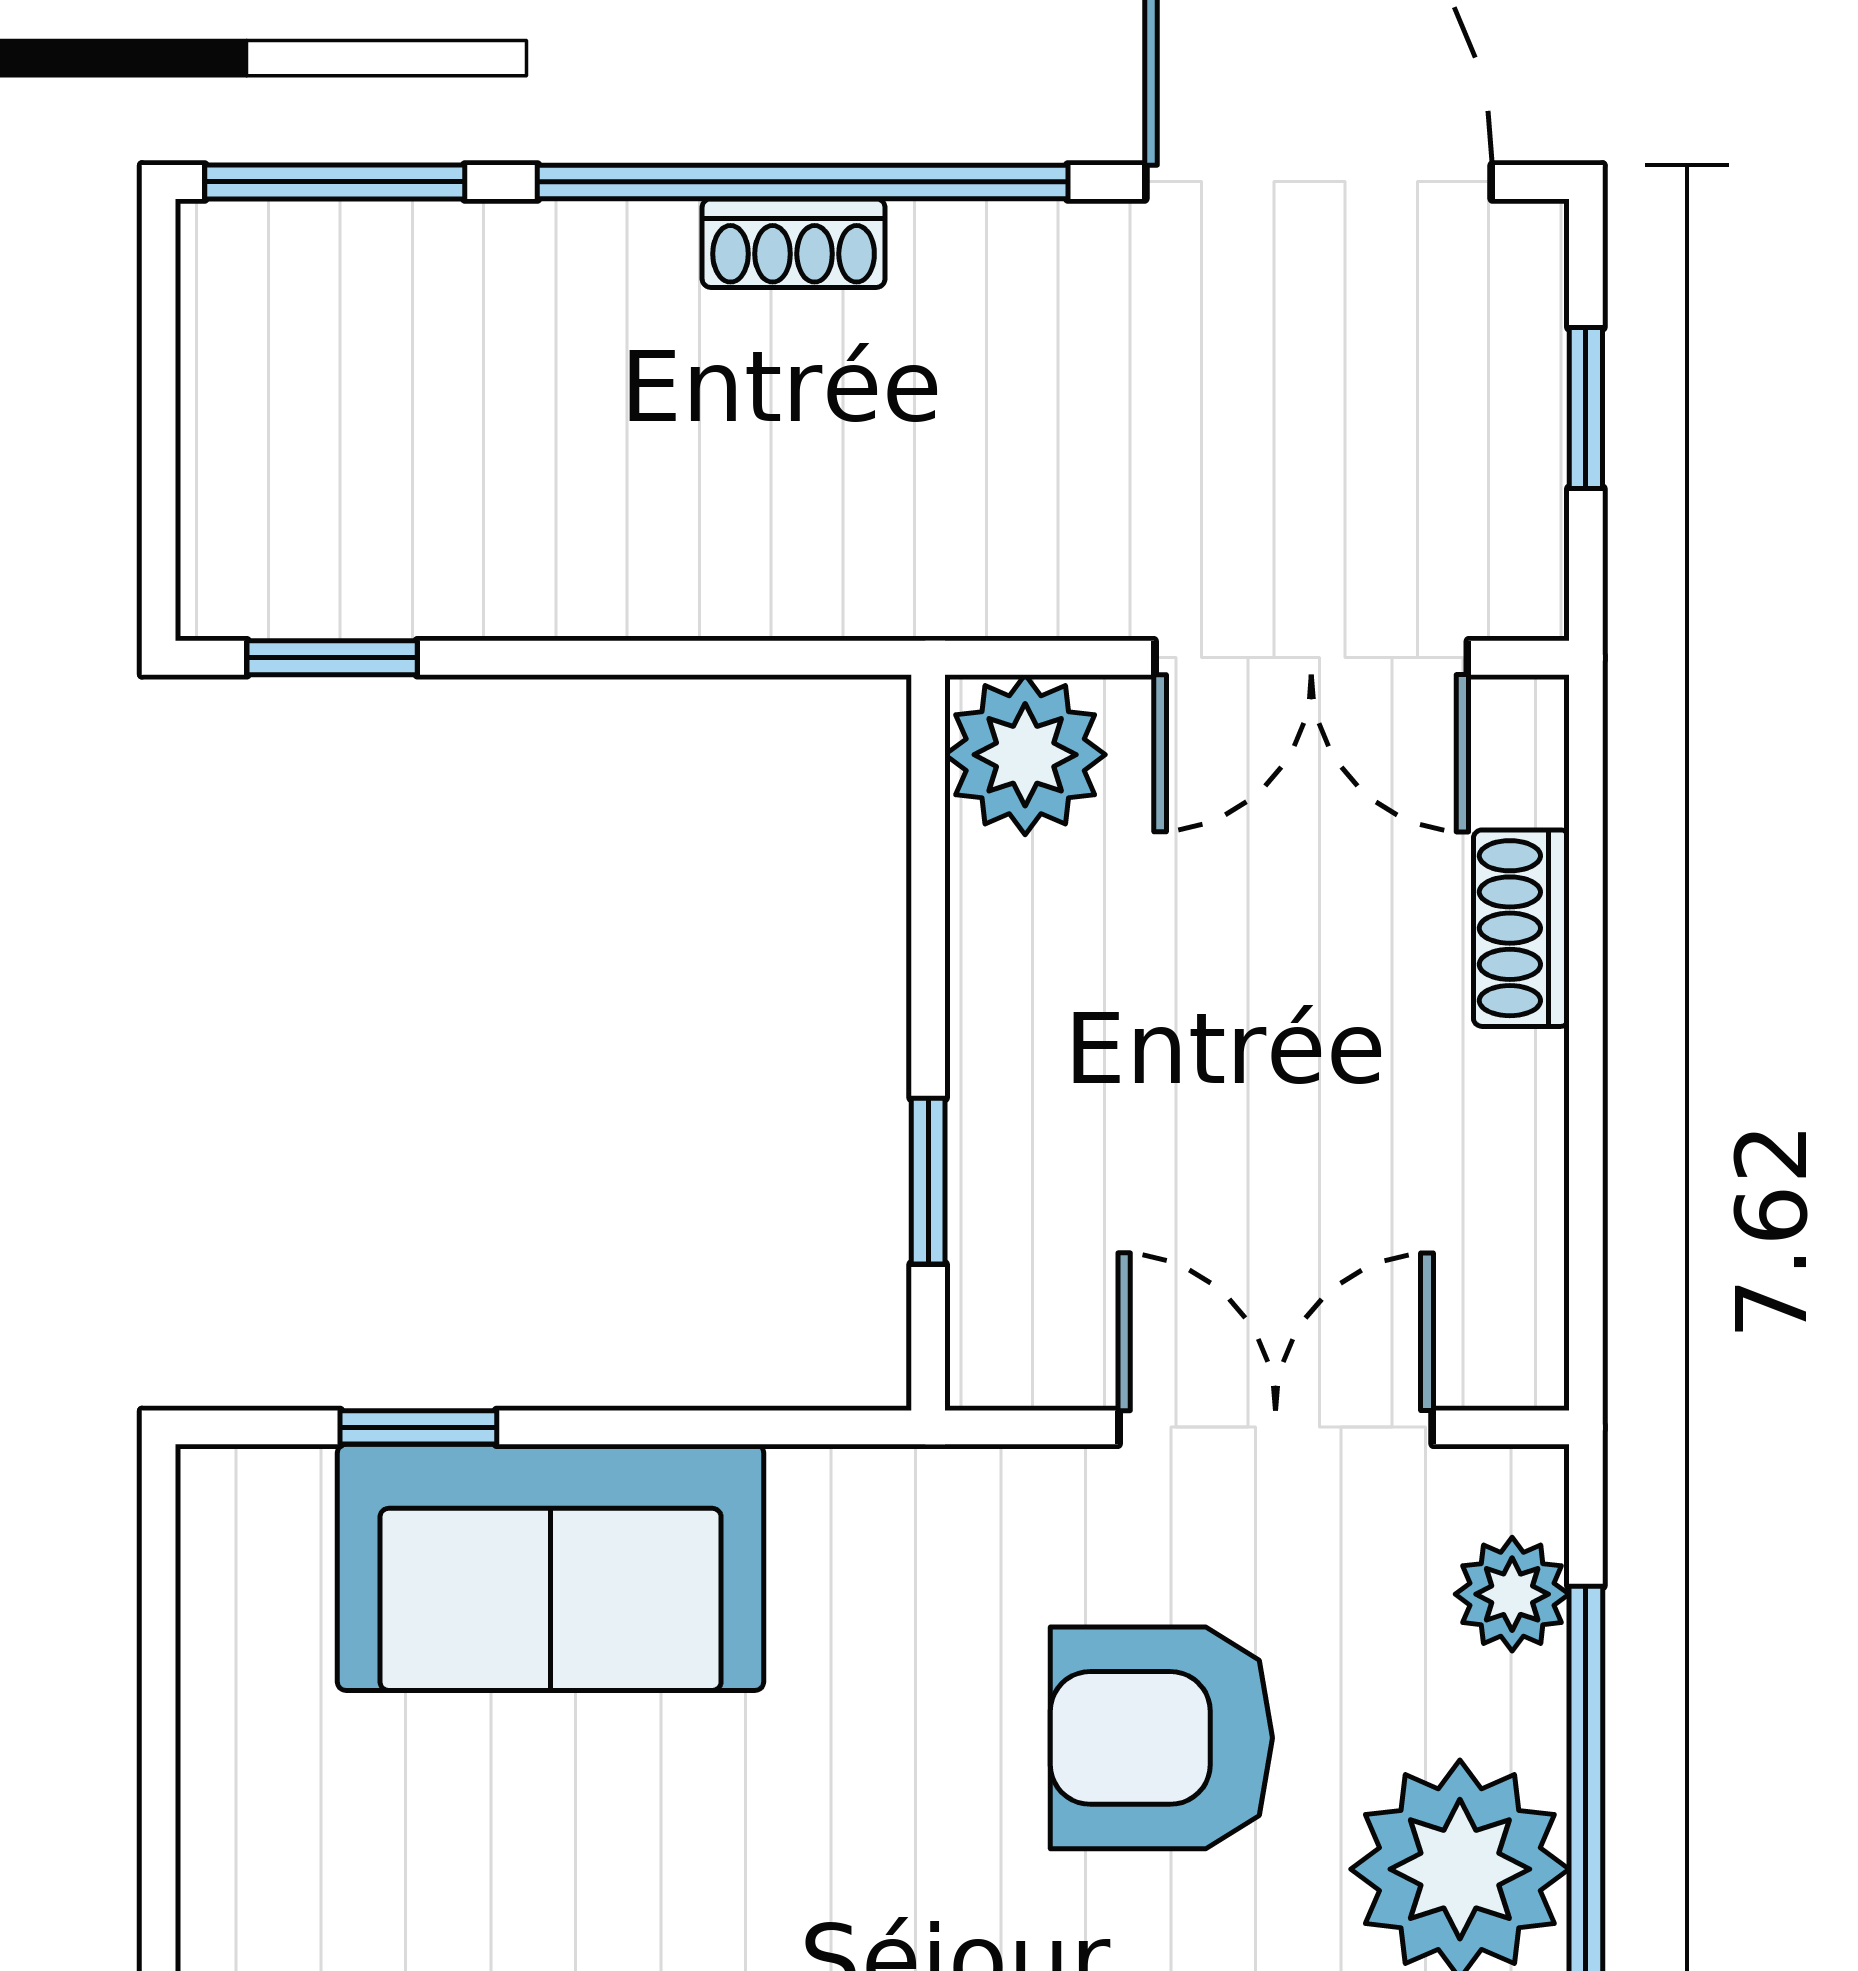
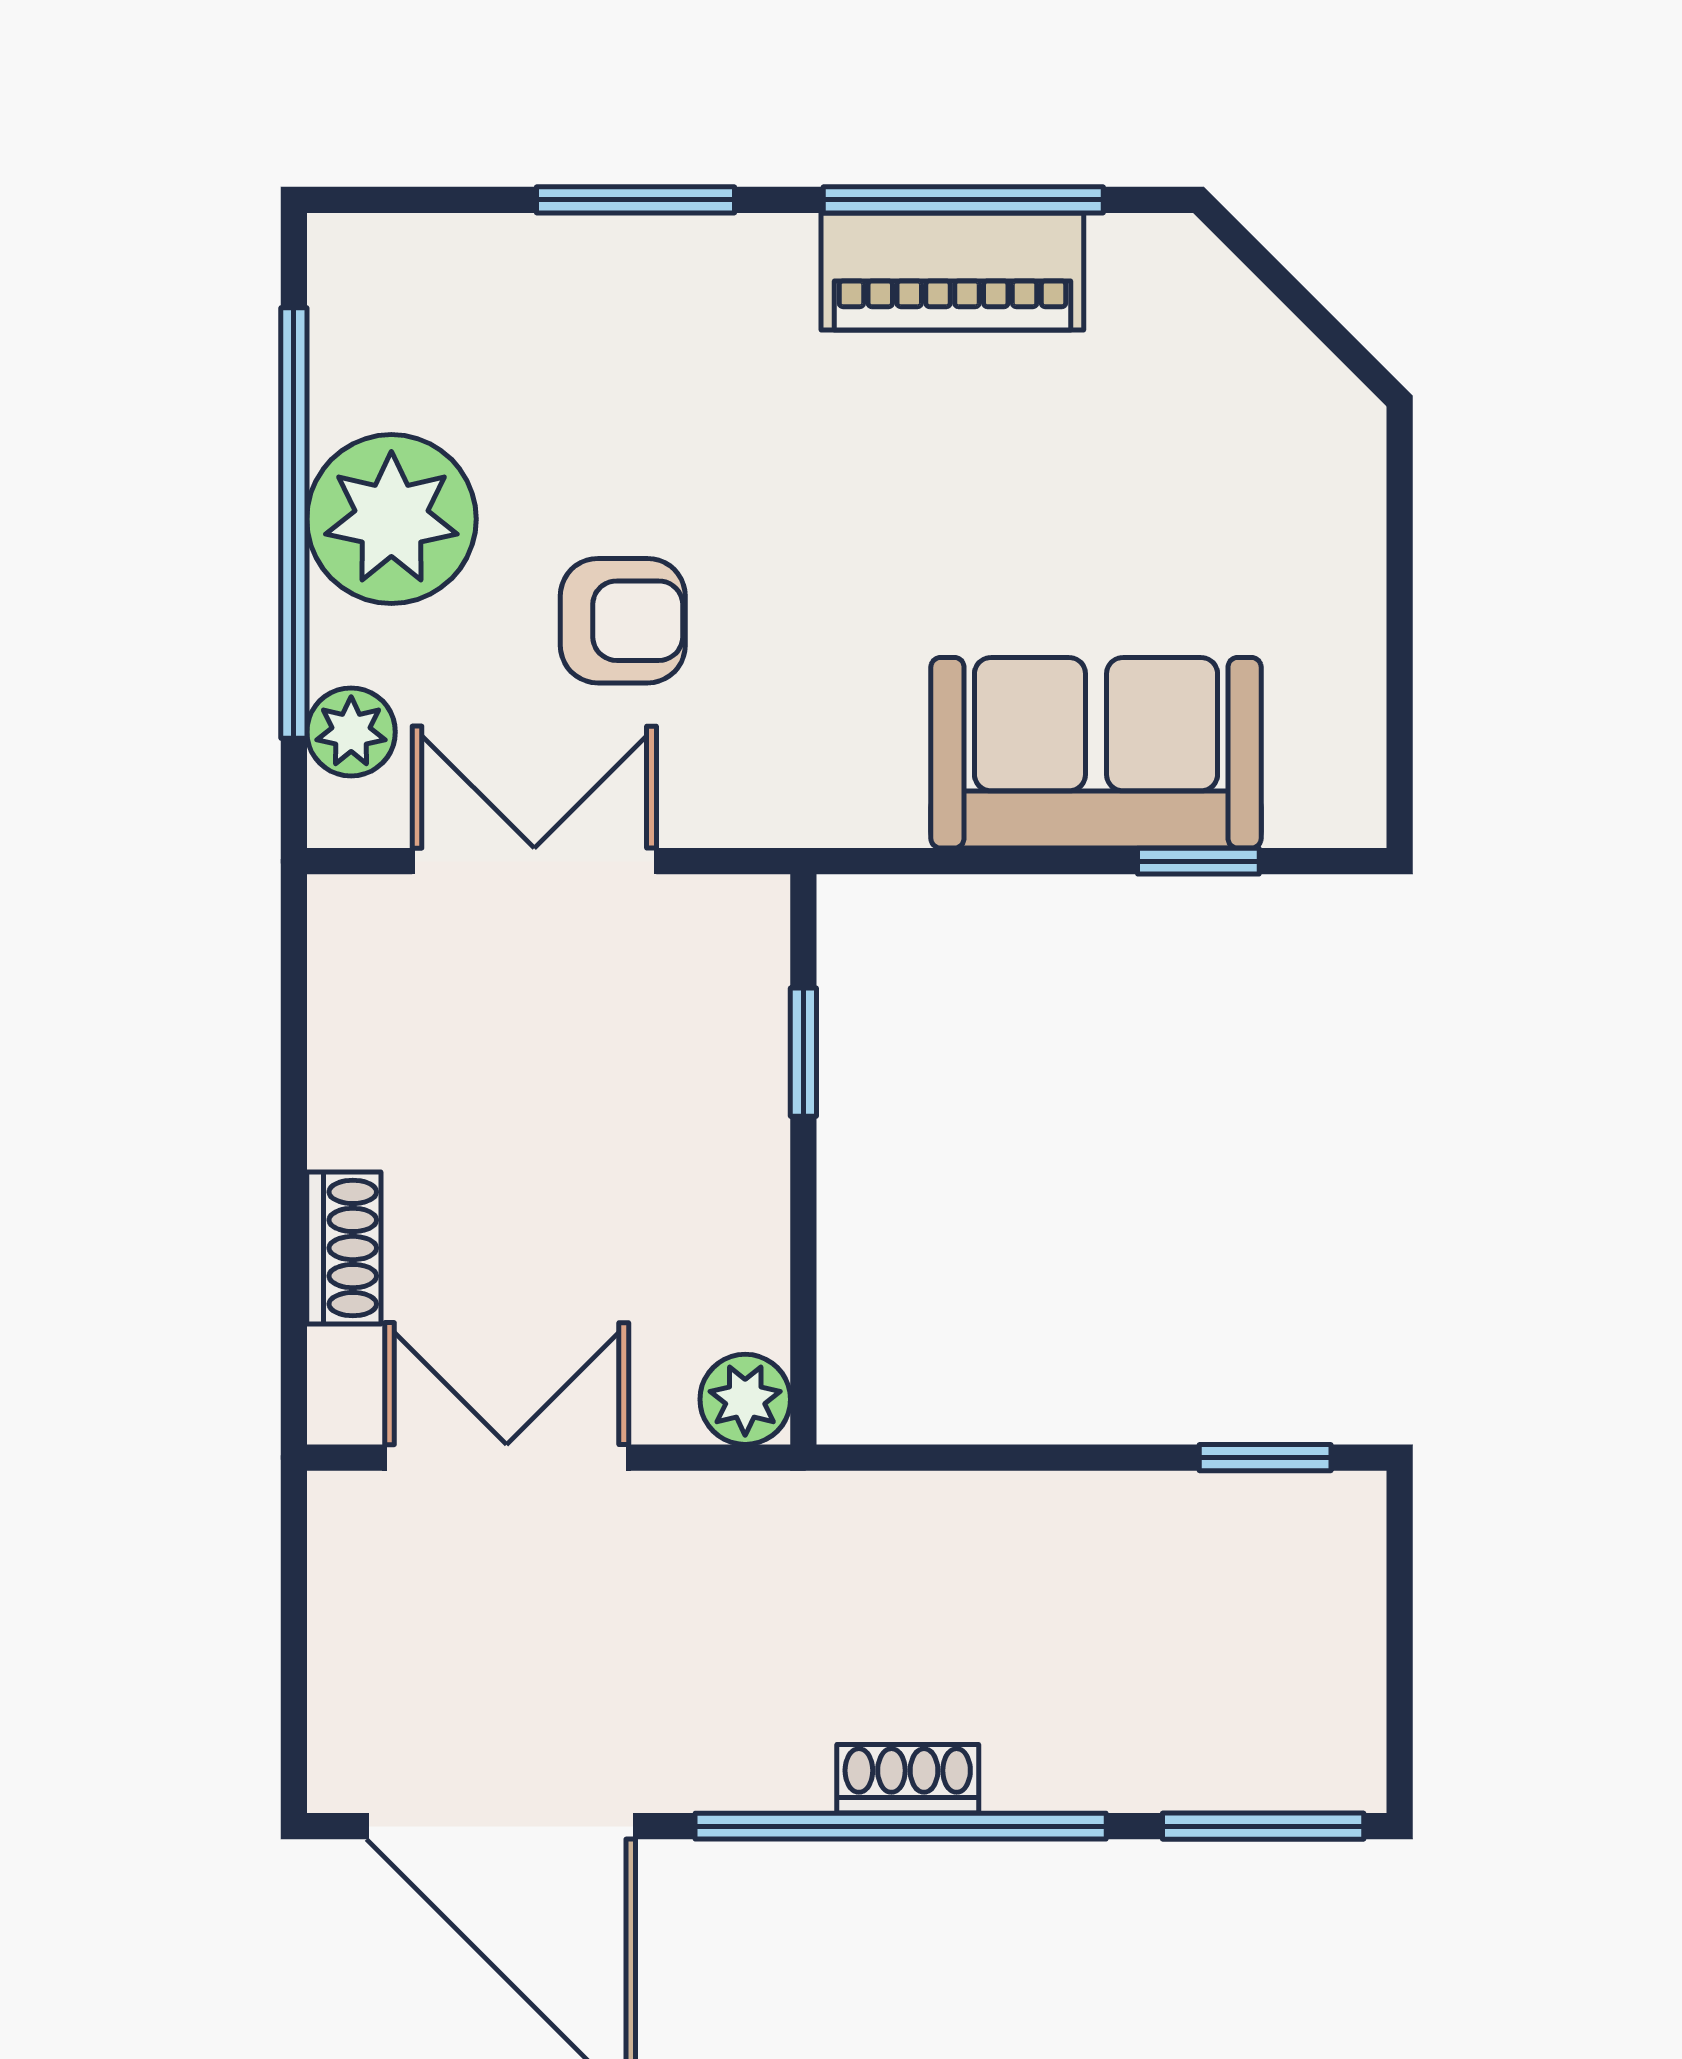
window: (1586, 408) -> (294, 1651), removed
plant: (1025, 755) -> (745, 1399), width x0.73, depth x0.73
double door: (1276, 1427) -> (534, 861), swing flipped
armchair: (1161, 1738) -> (623, 621), width x0.72, depth x0.72

